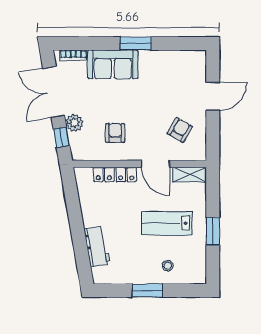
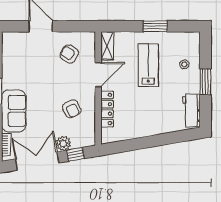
double door: (54, 92) -> (37, 161), swing flipped
armchair: (115, 133) -> (72, 109), turned -117
lab bench: (167, 223) -> (148, 65), turned 180
workbench: (97, 246) -> (191, 110), moved, turned -80

